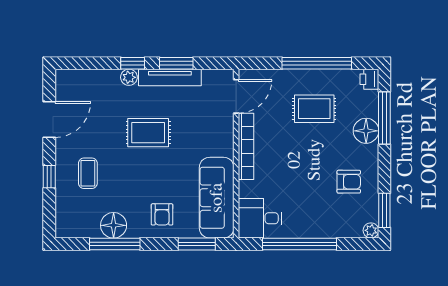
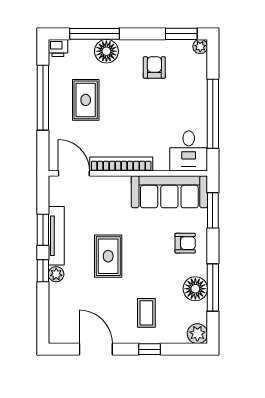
coffee table: (88, 173) -> (146, 313), turned 90
plant: (66, 227) -> (197, 334), added

